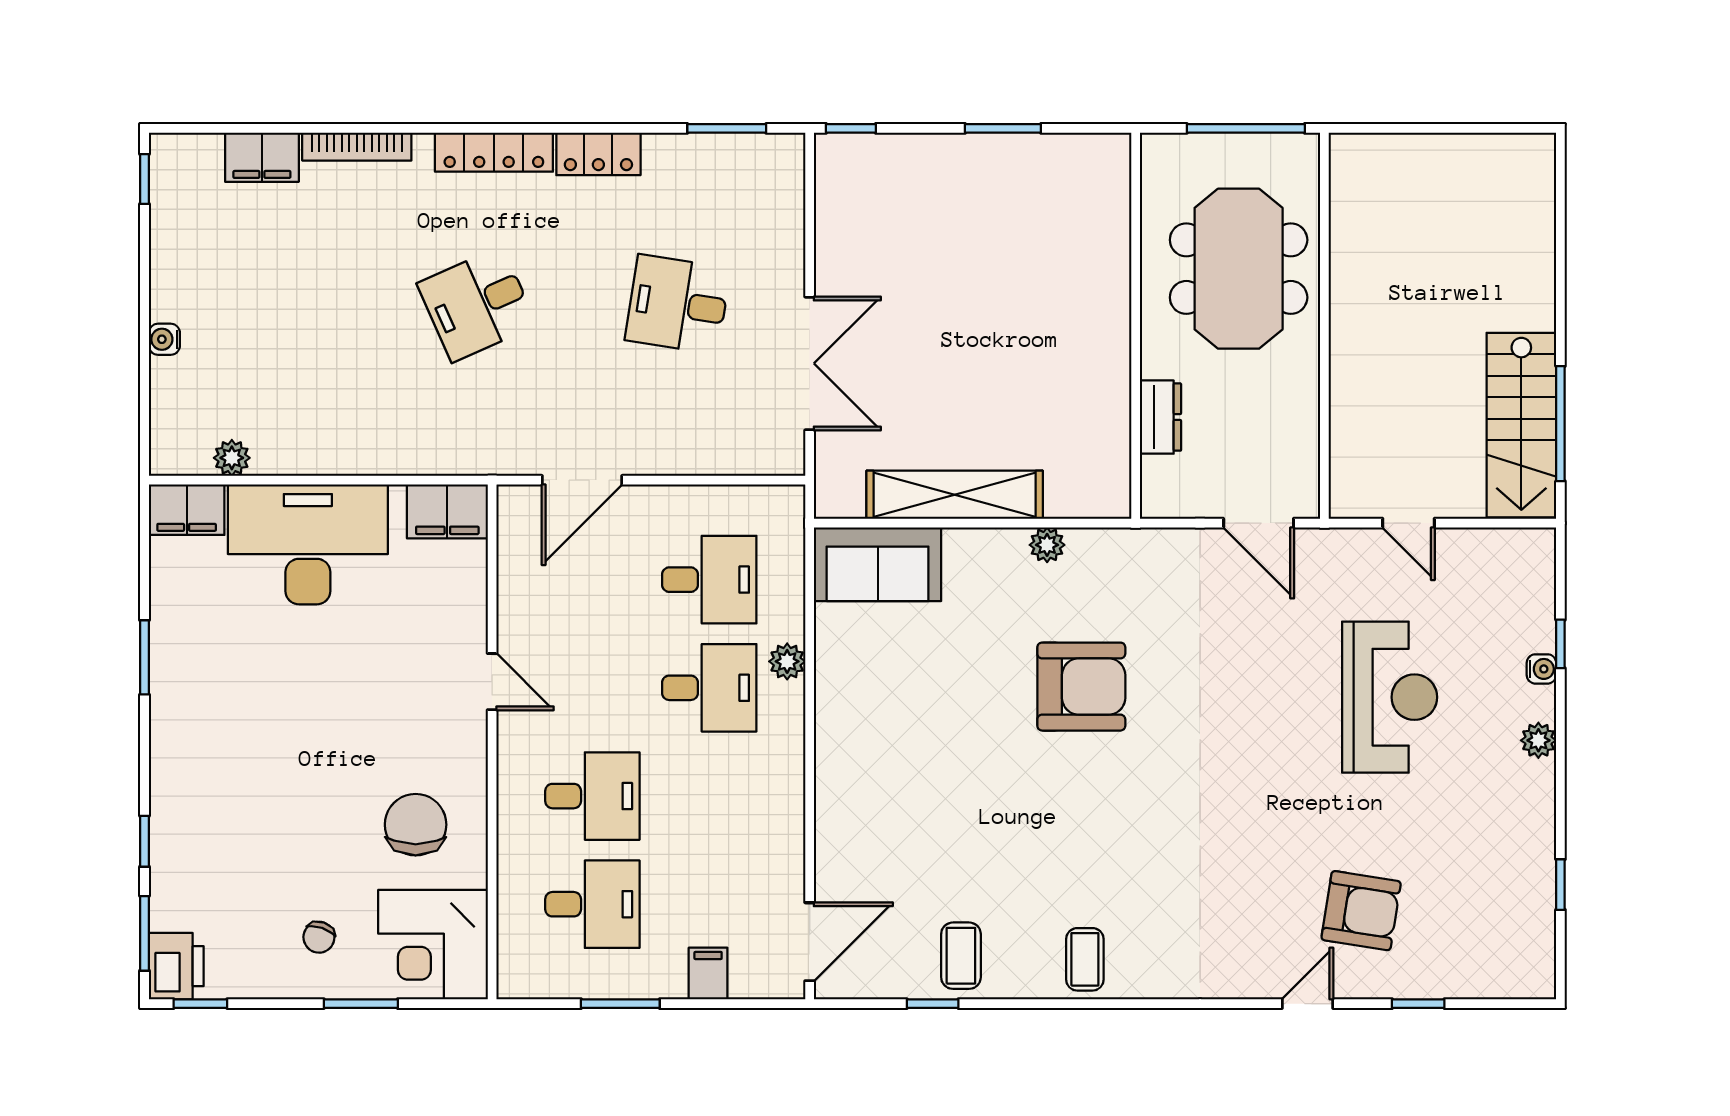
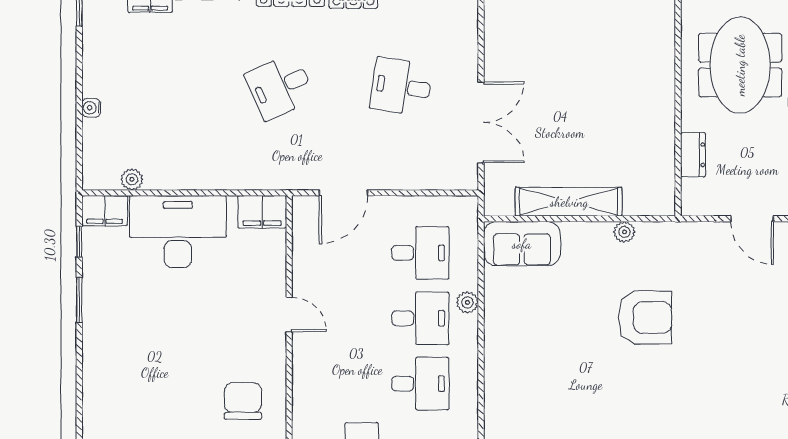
desk: (592, 796) -> (420, 384), moved
window: (144, 841) -> (79, 242), moved

